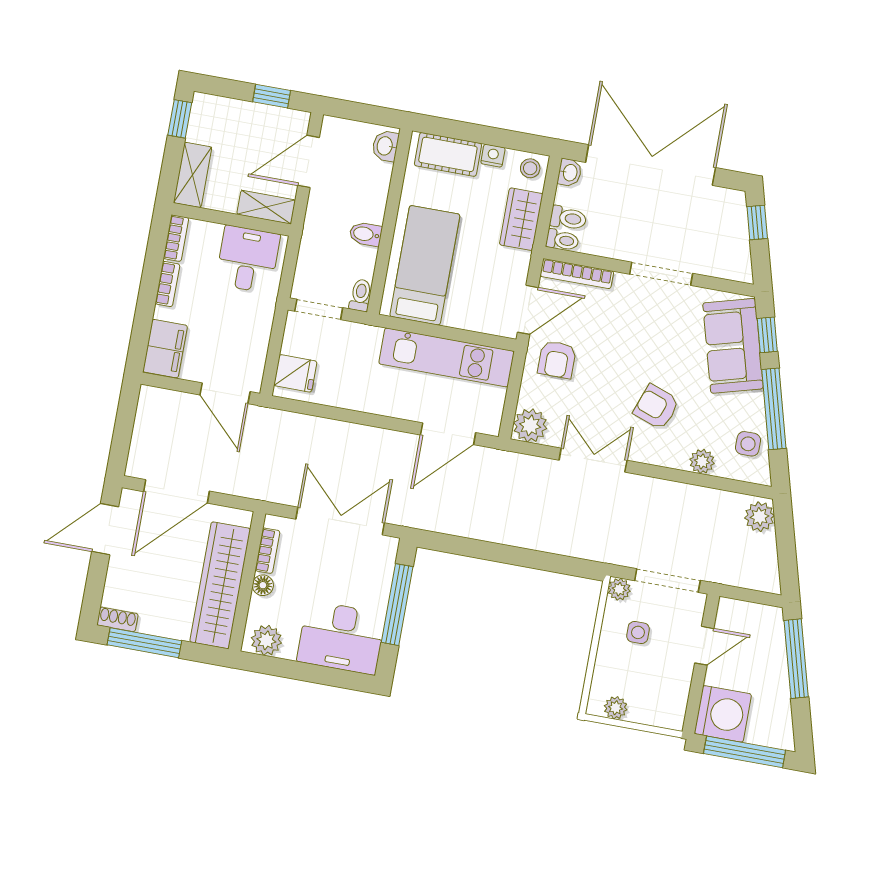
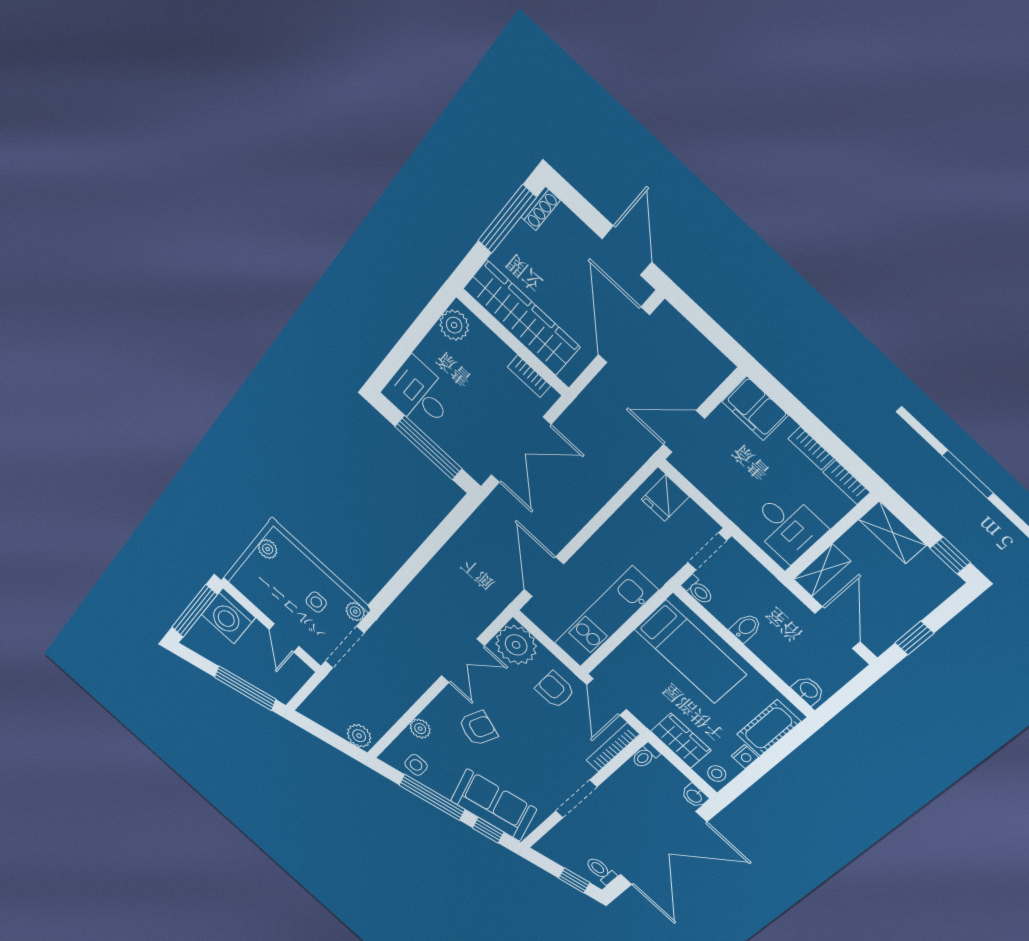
toilet: (568, 218) -> (601, 871), moved, turned 90
plant: (530, 425) -> (516, 645), width x1.36, depth x1.36
floor lamp: (263, 585) -> (502, 353), removed
desk: (341, 638) -> (419, 394), width x0.73

